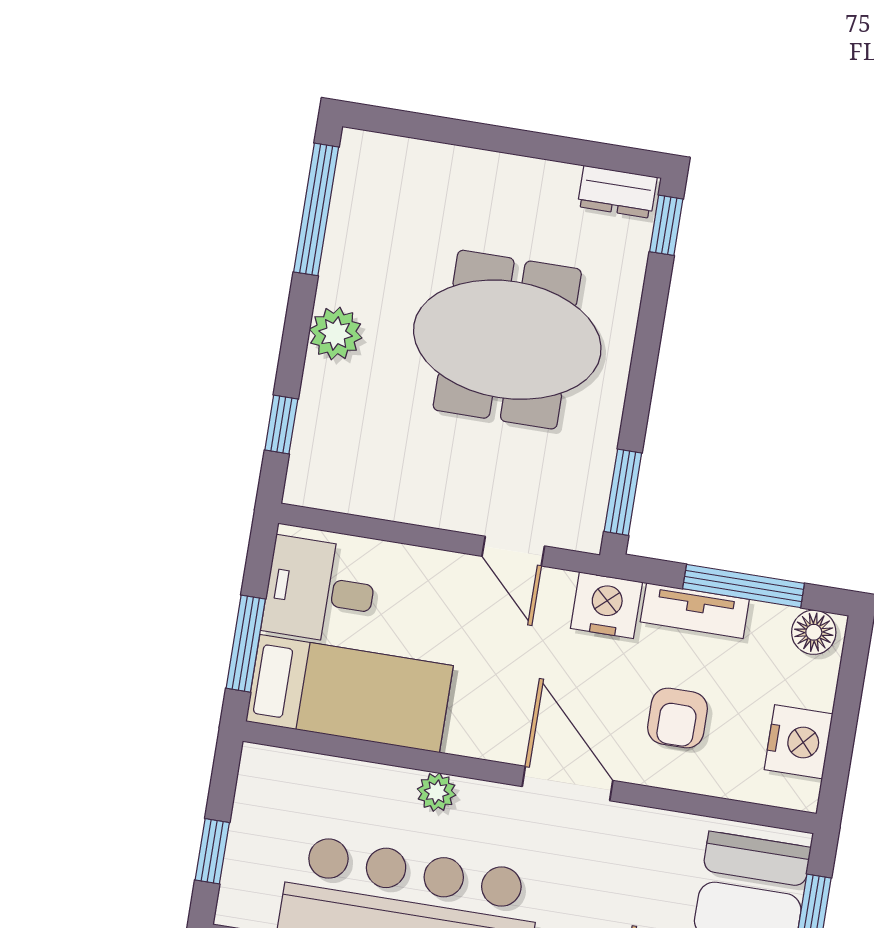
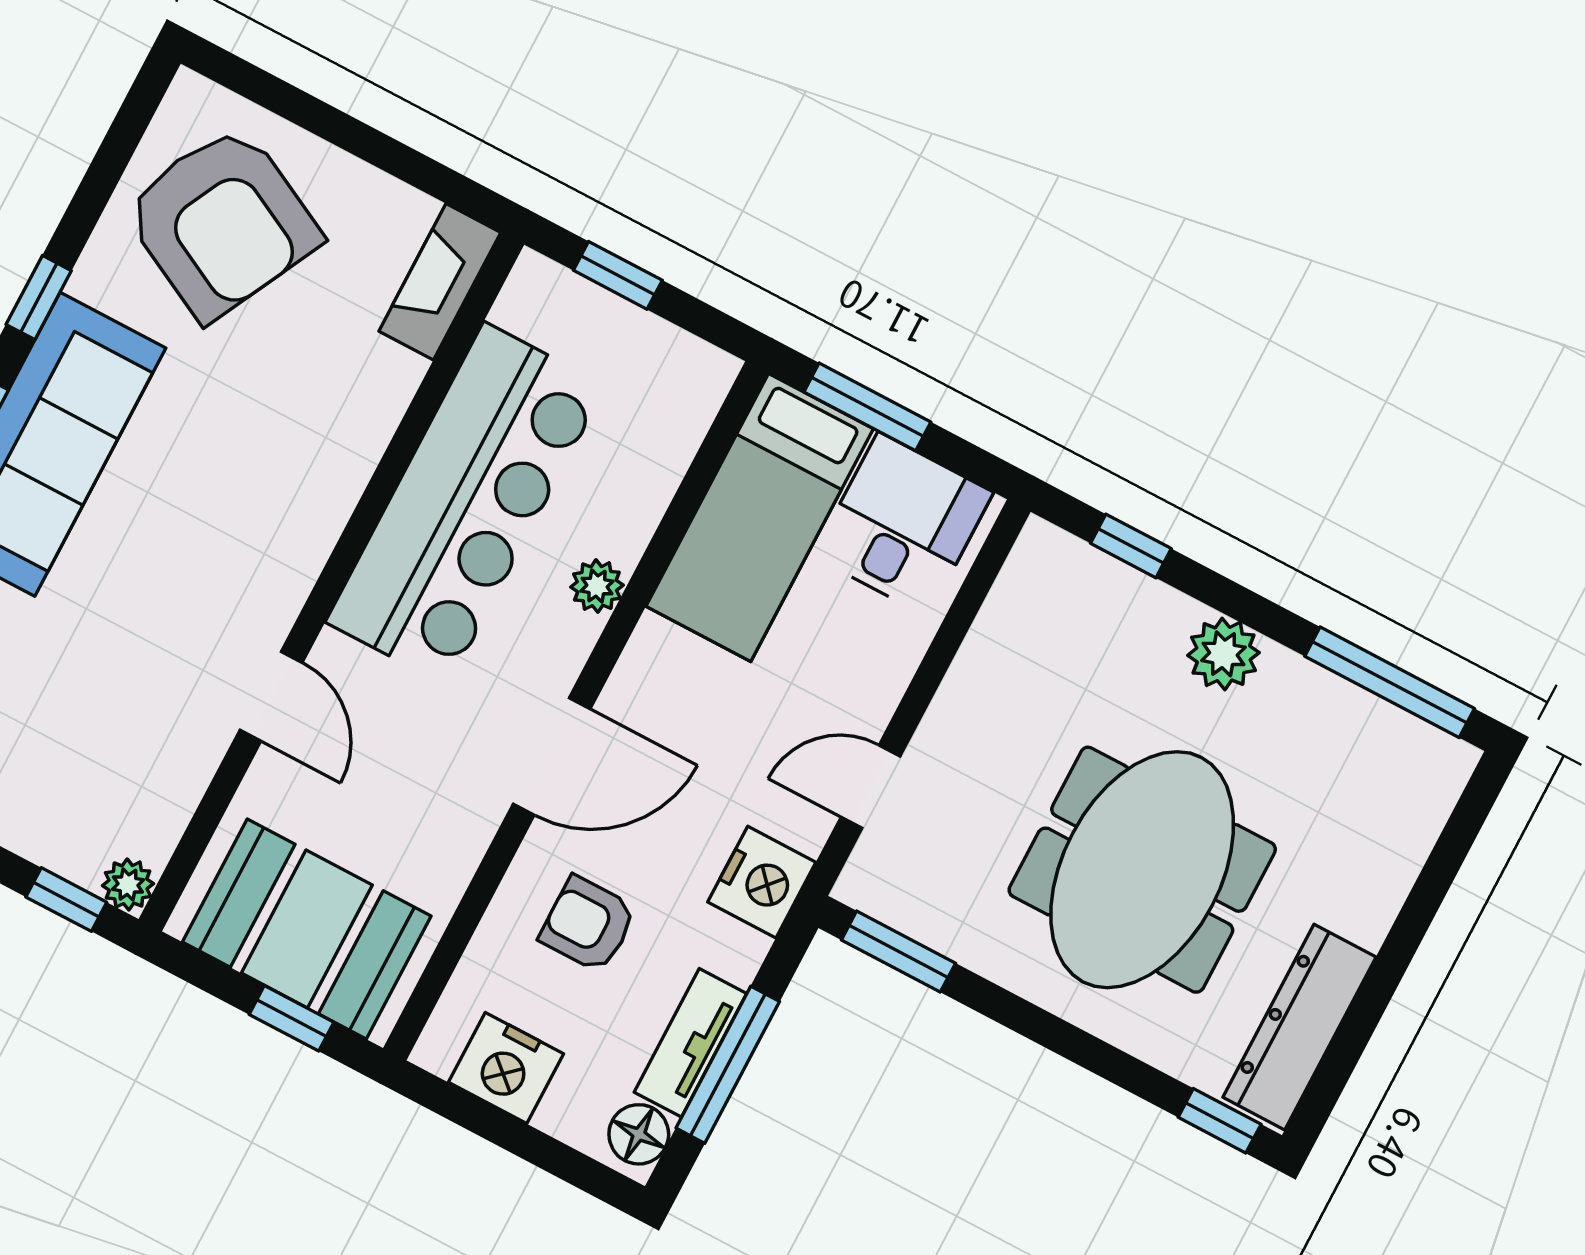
dresser: (617, 192) -> (1299, 1027), width x1.96, depth x1.24
tv unit: (695, 611) -> (690, 1043), moved

